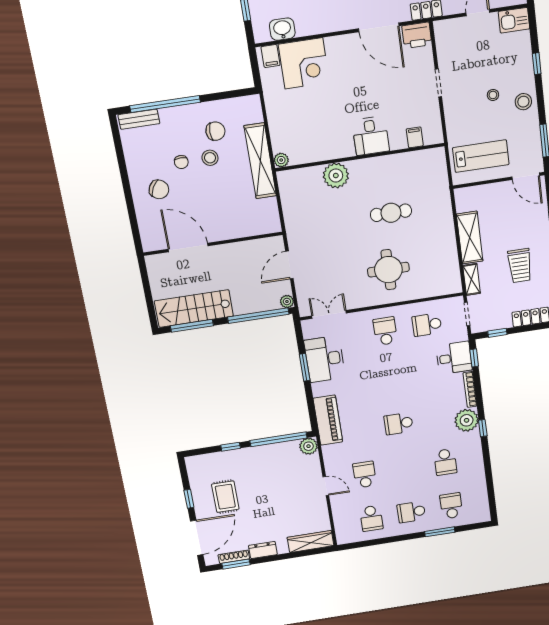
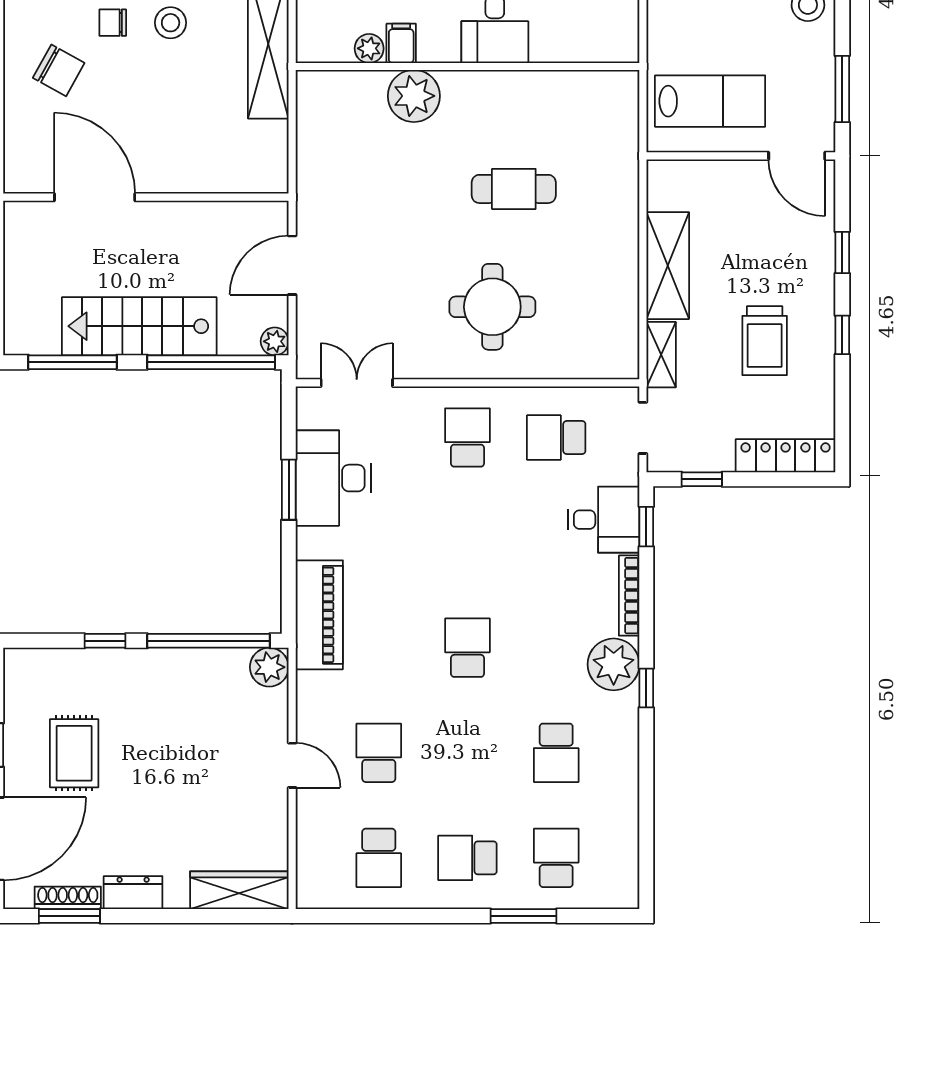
filing cabinet: (415, 137) -> (401, 43), moved
plant: (281, 160) -> (369, 48), moved
chair: (181, 162) -> (113, 23), turned 90
stairs: (194, 309) -> (139, 326), moved
school desk: (399, 424) -> (467, 648), turned 90

